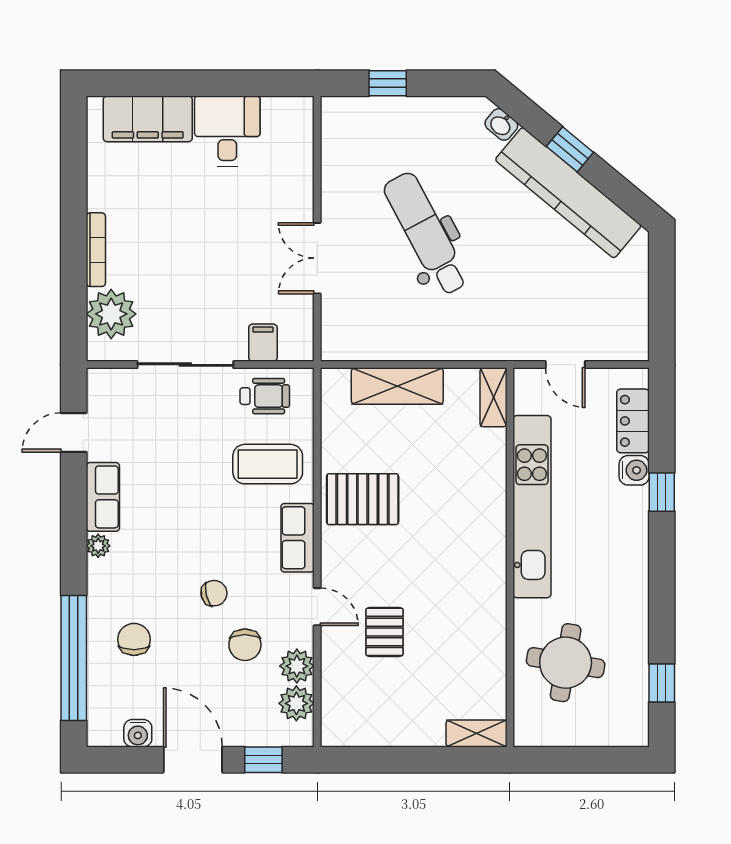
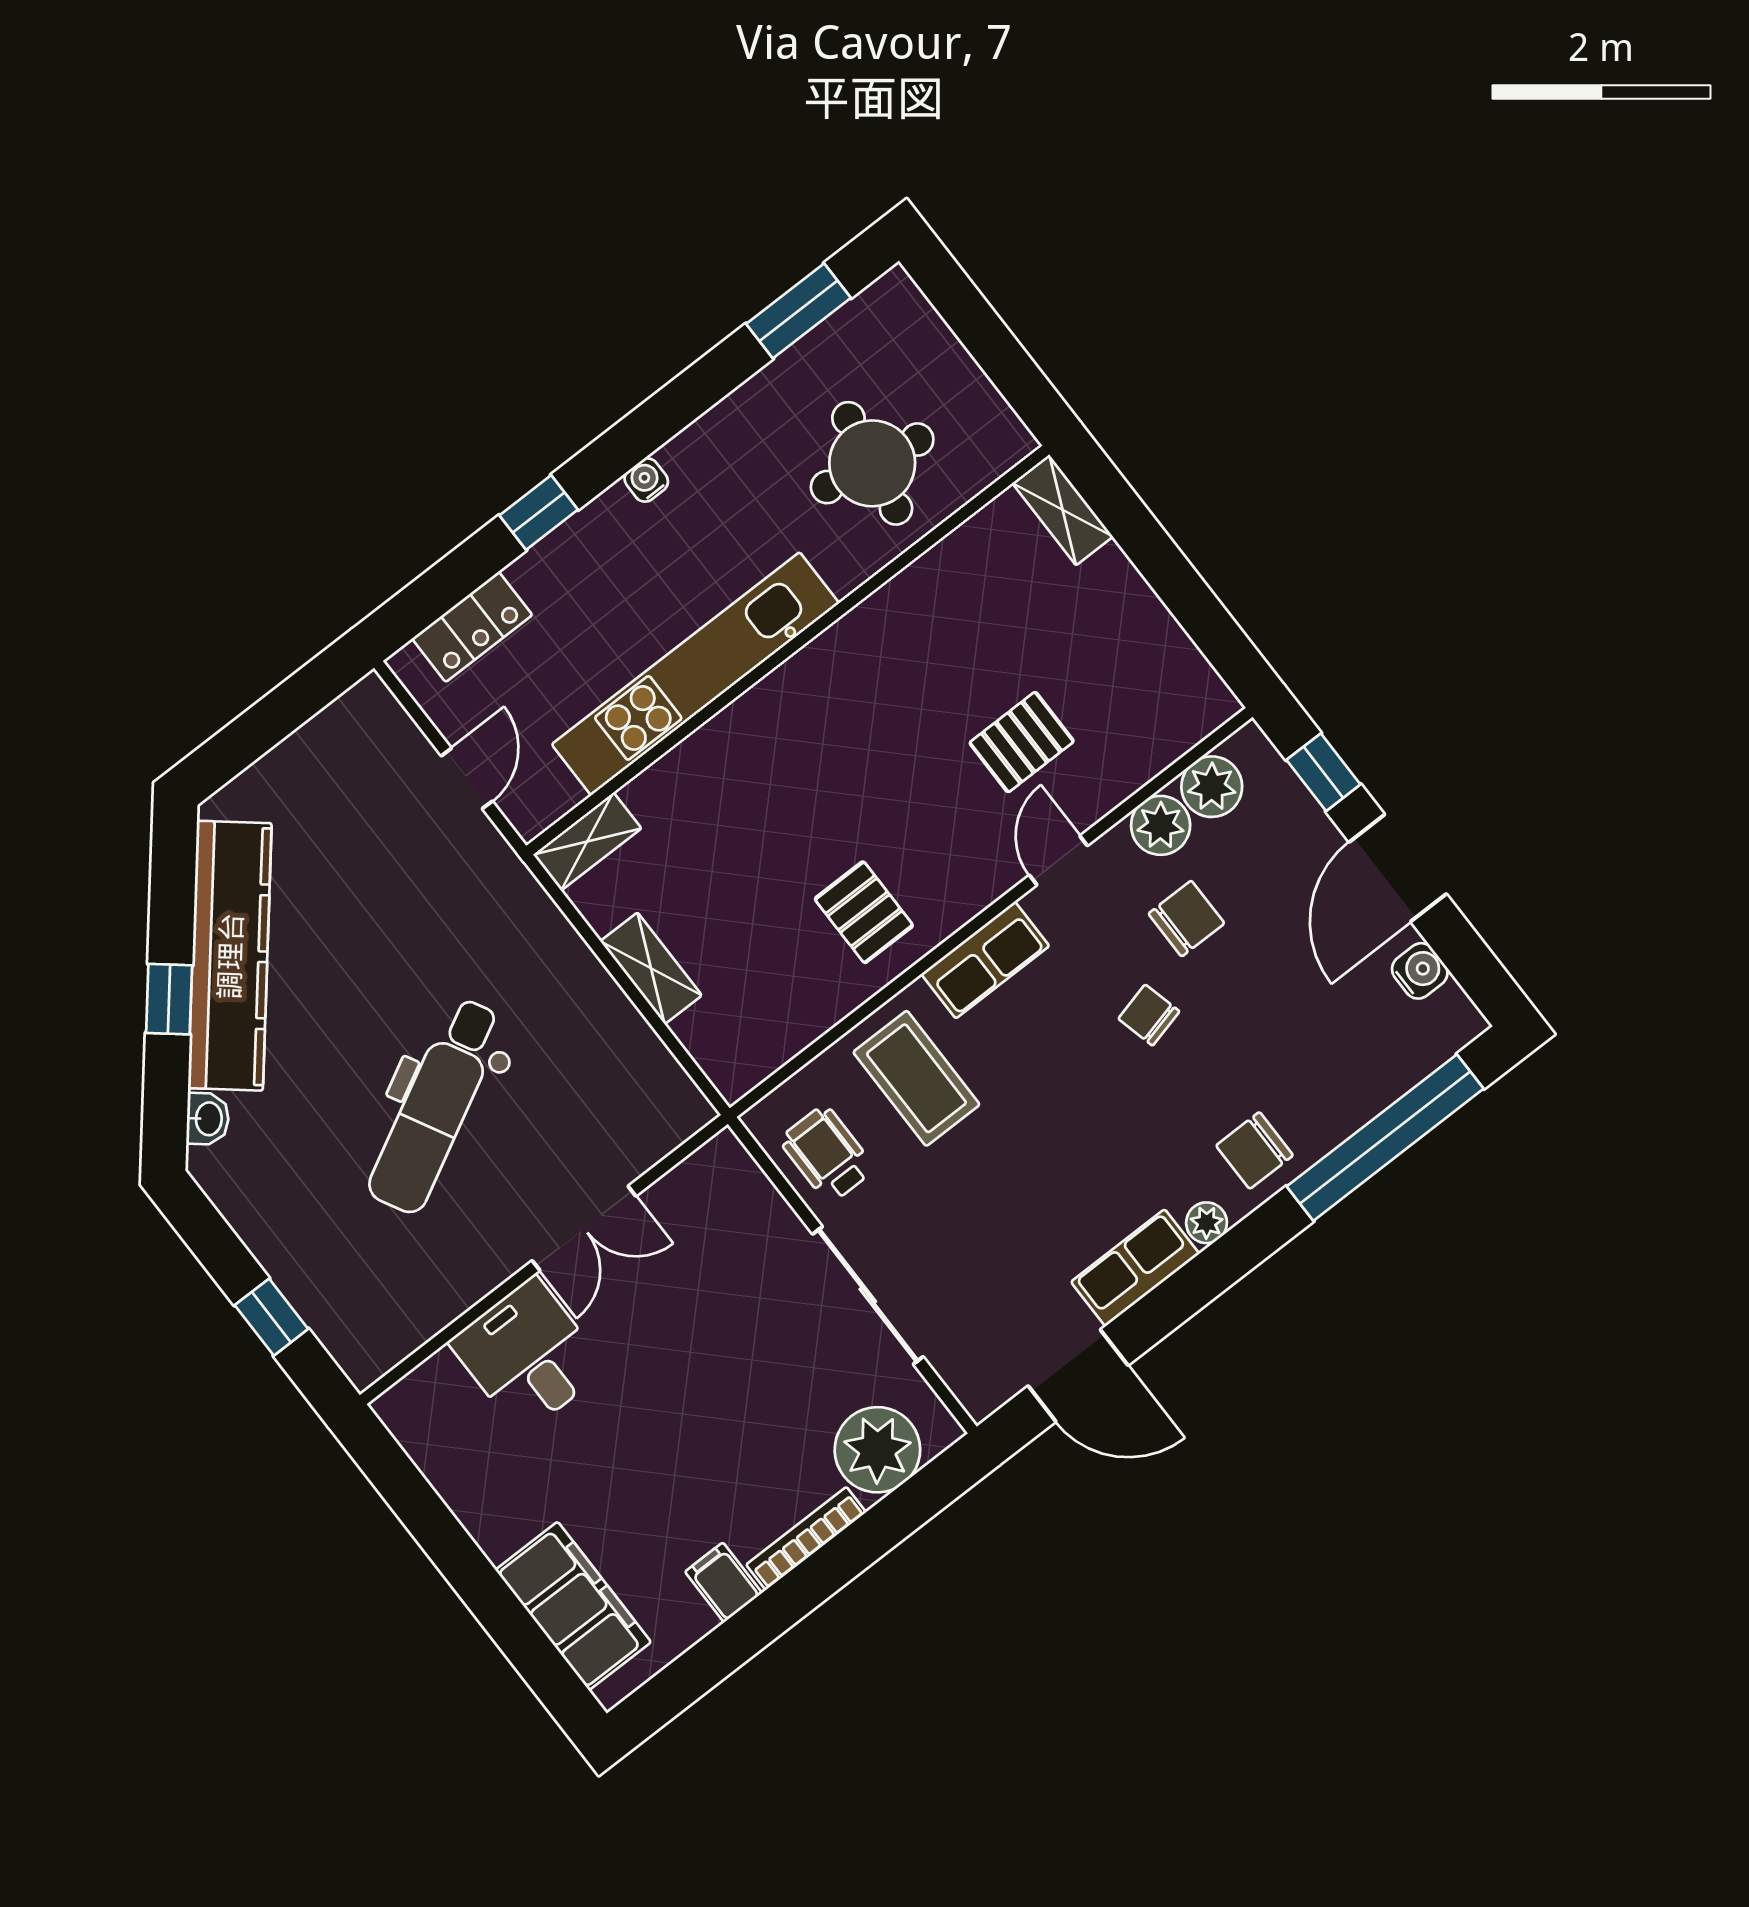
desk: (227, 131) -> (528, 1356), moved, turned 90
filing cabinet: (263, 343) -> (723, 1582), moved, turned 90
shelving: (397, 386) -> (651, 968), width x0.67, depth x0.75
door: (74, 432) -> (1078, 1376), width x1.38
water cooler: (634, 470) -> (646, 480), moved, width x0.72, depth x0.72
pallet: (363, 499) -> (864, 912), width x0.67, depth x0.71
chair: (134, 639) -> (1255, 1150), moved
window: (662, 683) -> (798, 311), width x1.50

